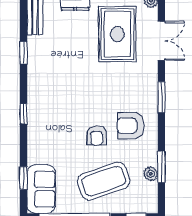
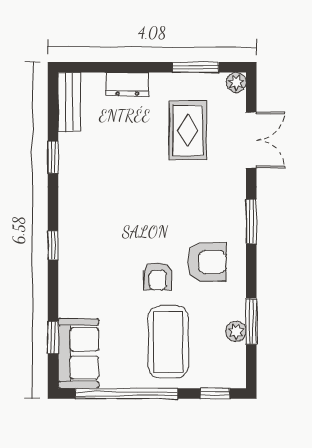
rug: (117, 34) -> (188, 130), width x0.73, depth x0.70
armchair: (131, 126) -> (207, 262), turned 180
coffee table: (104, 181) -> (168, 342), turned -71

